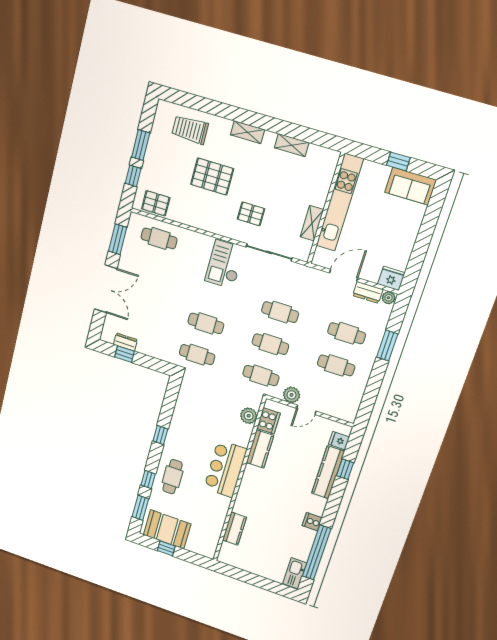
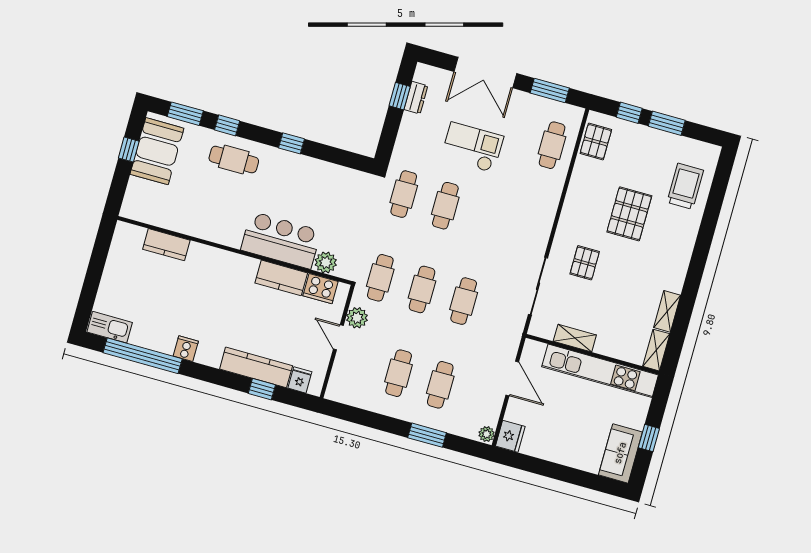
shelving: (248, 132) -> (656, 350), moved
checkout: (225, 264) -> (472, 147), moved
dresser: (368, 292) -> (492, 409), removed
bar counter: (225, 469) -> (281, 240), moved

